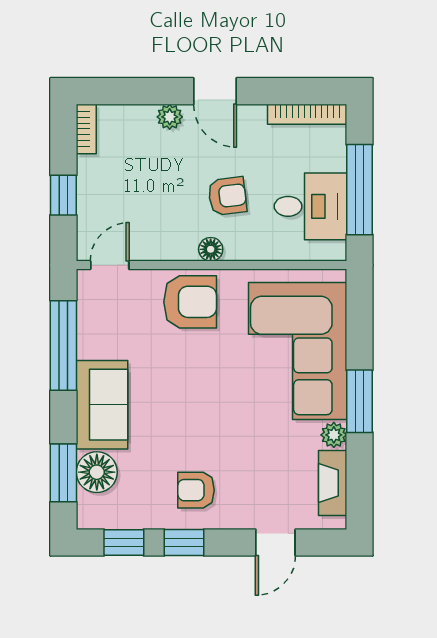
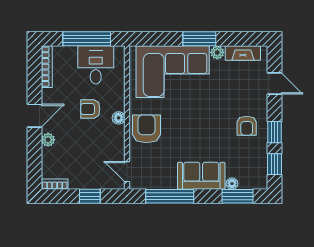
armchair: (227, 196) -> (90, 109), turned -83
floor lamp: (97, 472) -> (232, 184), width x0.53, depth x0.53

